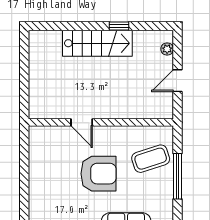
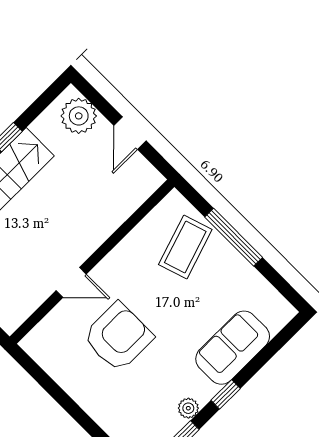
plant: (167, 49) -> (79, 116), width x1.87, depth x1.87
armchair: (99, 174) -> (118, 337), moved

